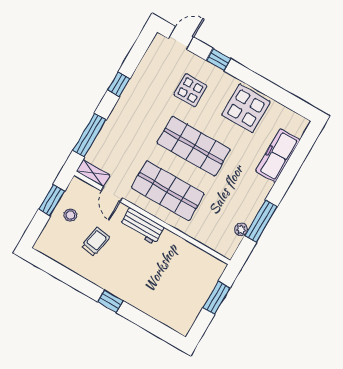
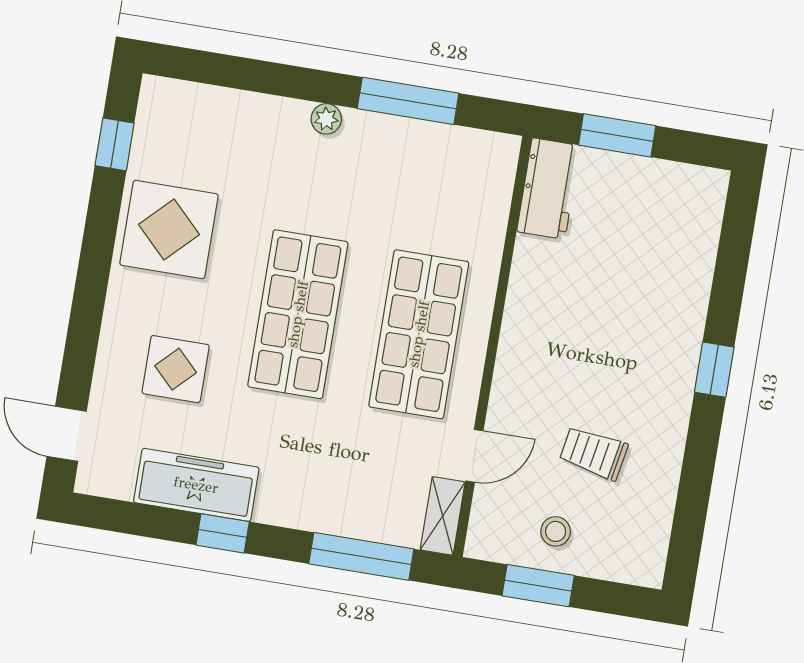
window: (219, 60) -> (115, 144), moved
freezer: (278, 155) -> (196, 485), moved, turned 180
workbench: (142, 226) -> (549, 189), moved
plant: (241, 229) -> (326, 119), moved

